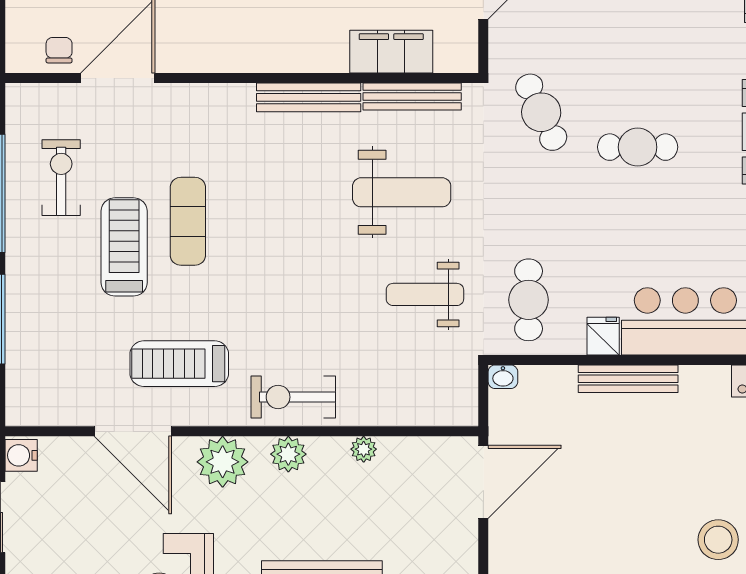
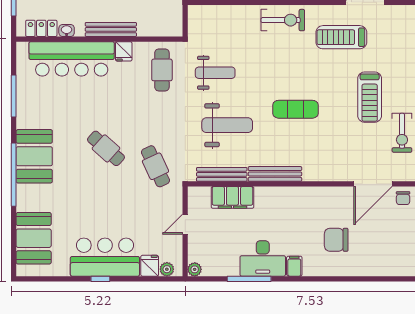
cafe table: (638, 147) -> (106, 148), turned 42
weight bench: (402, 192) -> (227, 125), turned 180
exercise mat: (188, 221) -> (295, 109), moved, turned 90
treadmill: (179, 364) -> (341, 37), turned 180
washbasin: (503, 377) -> (67, 30), moved

